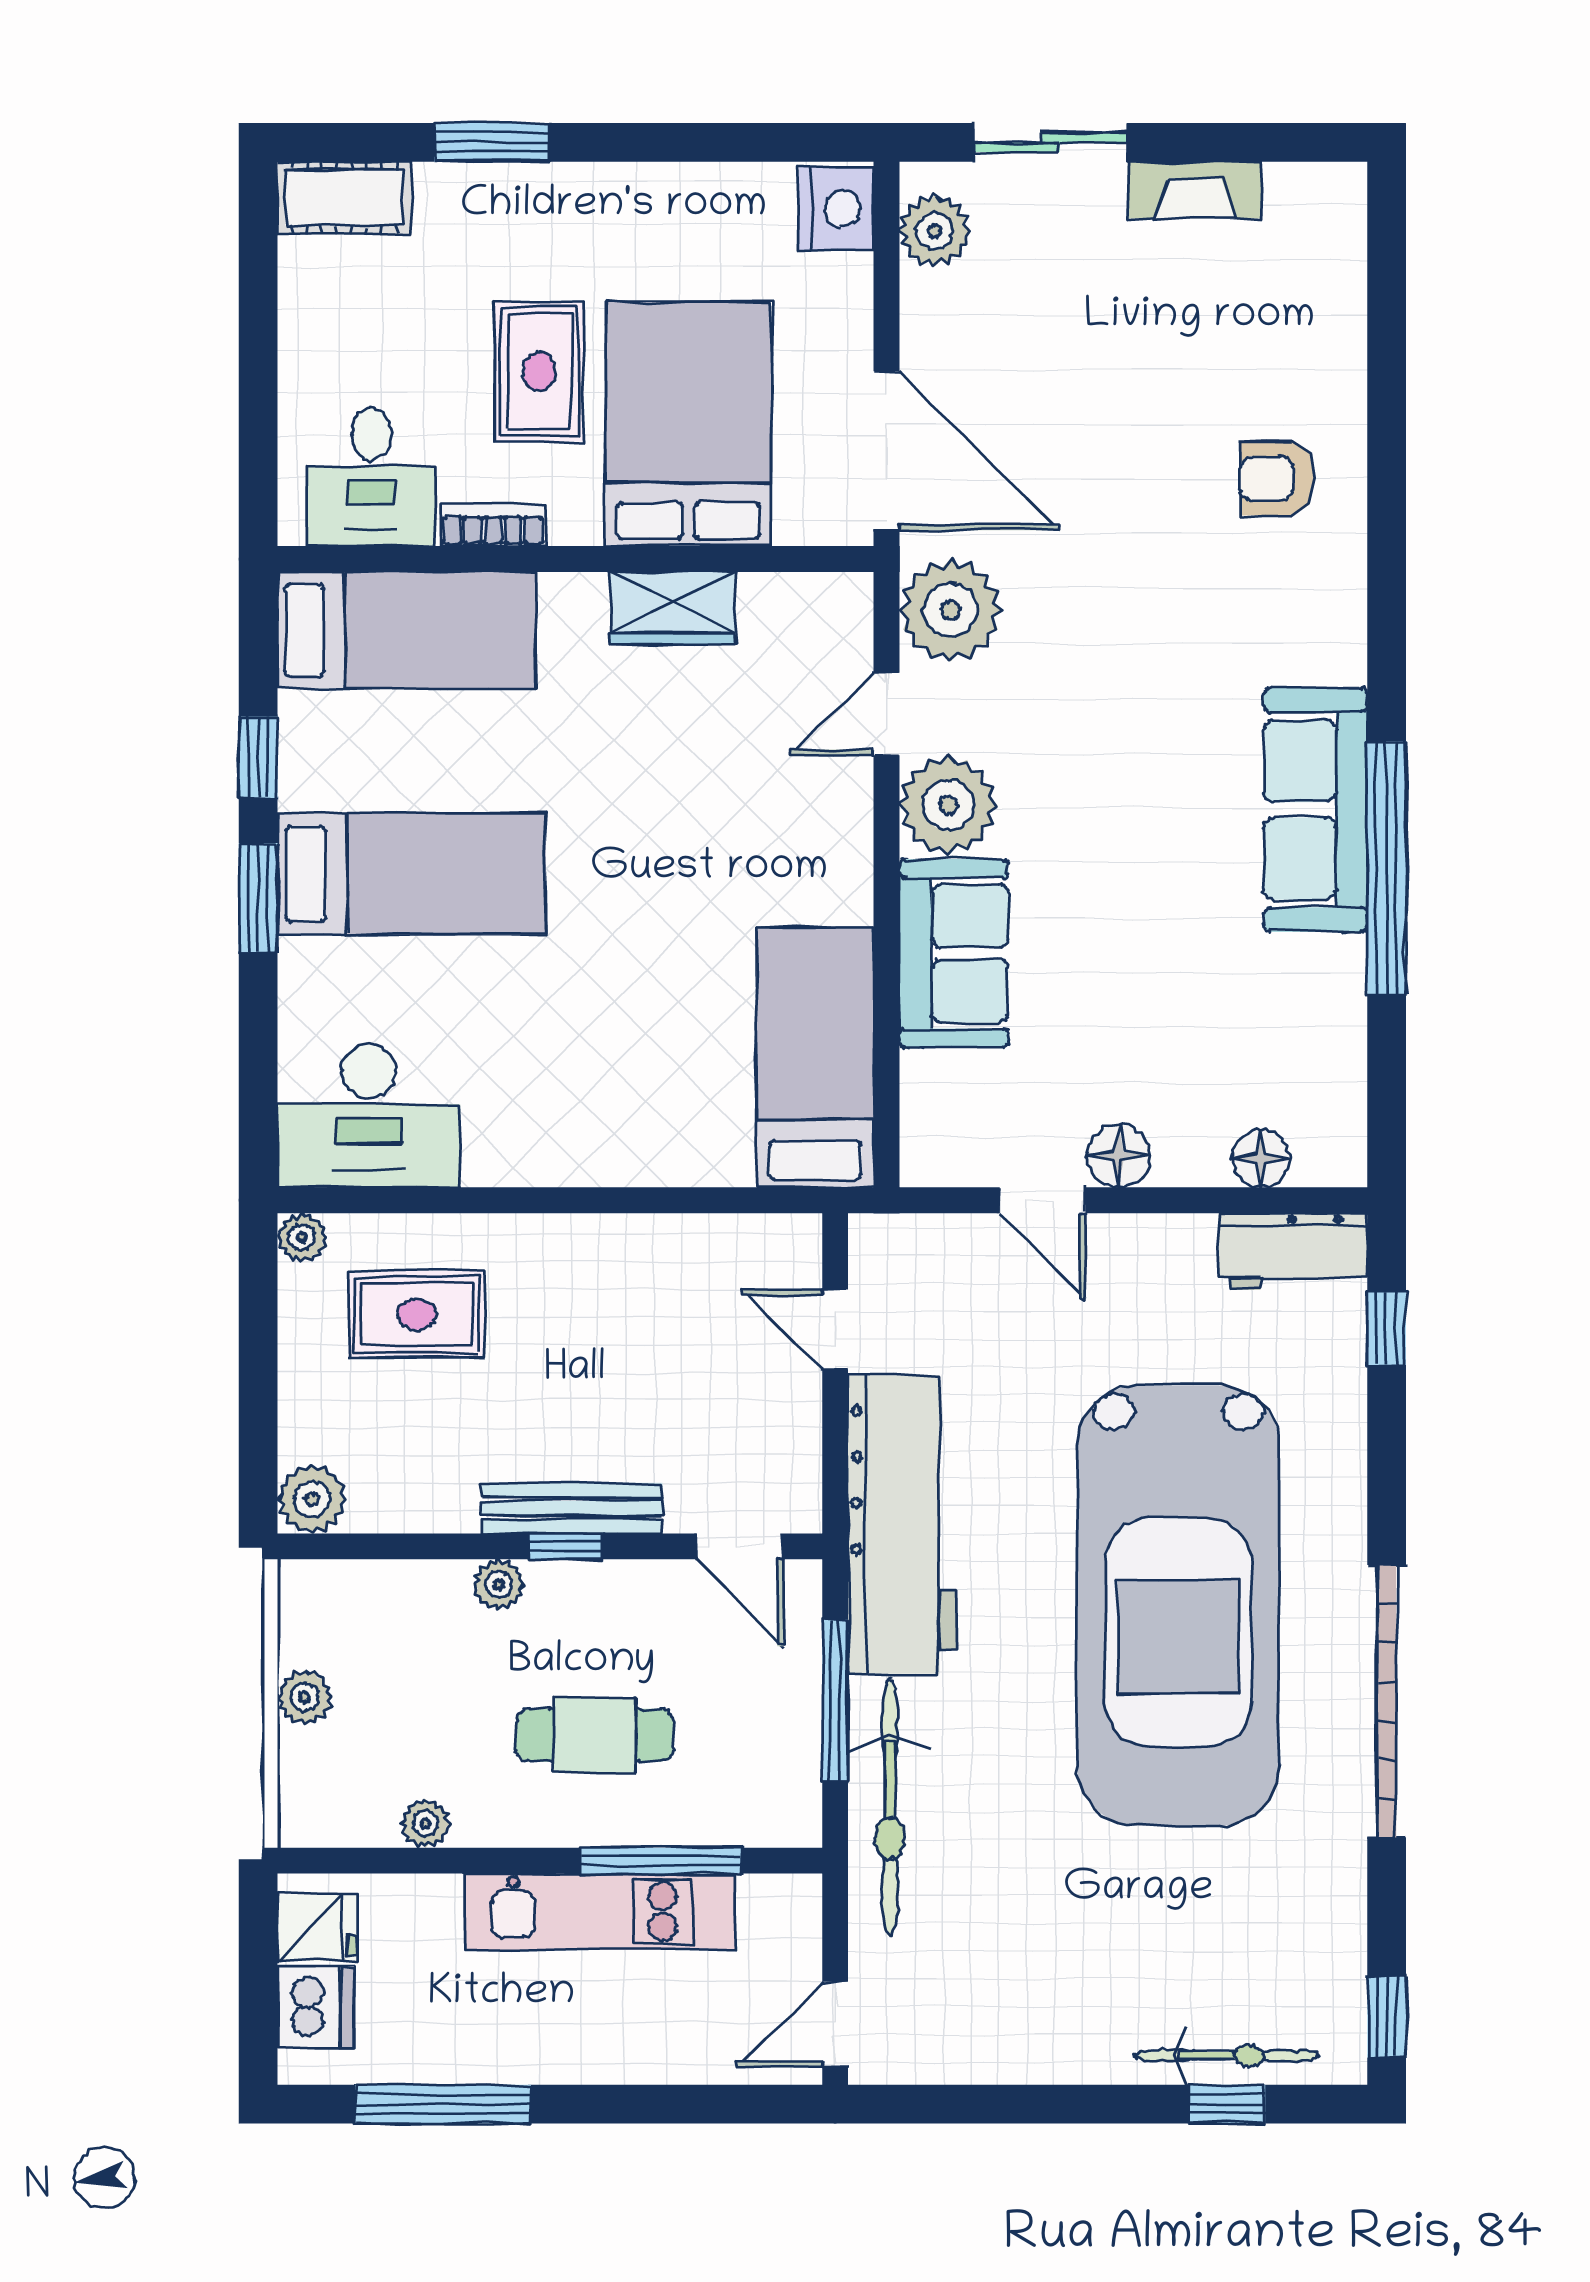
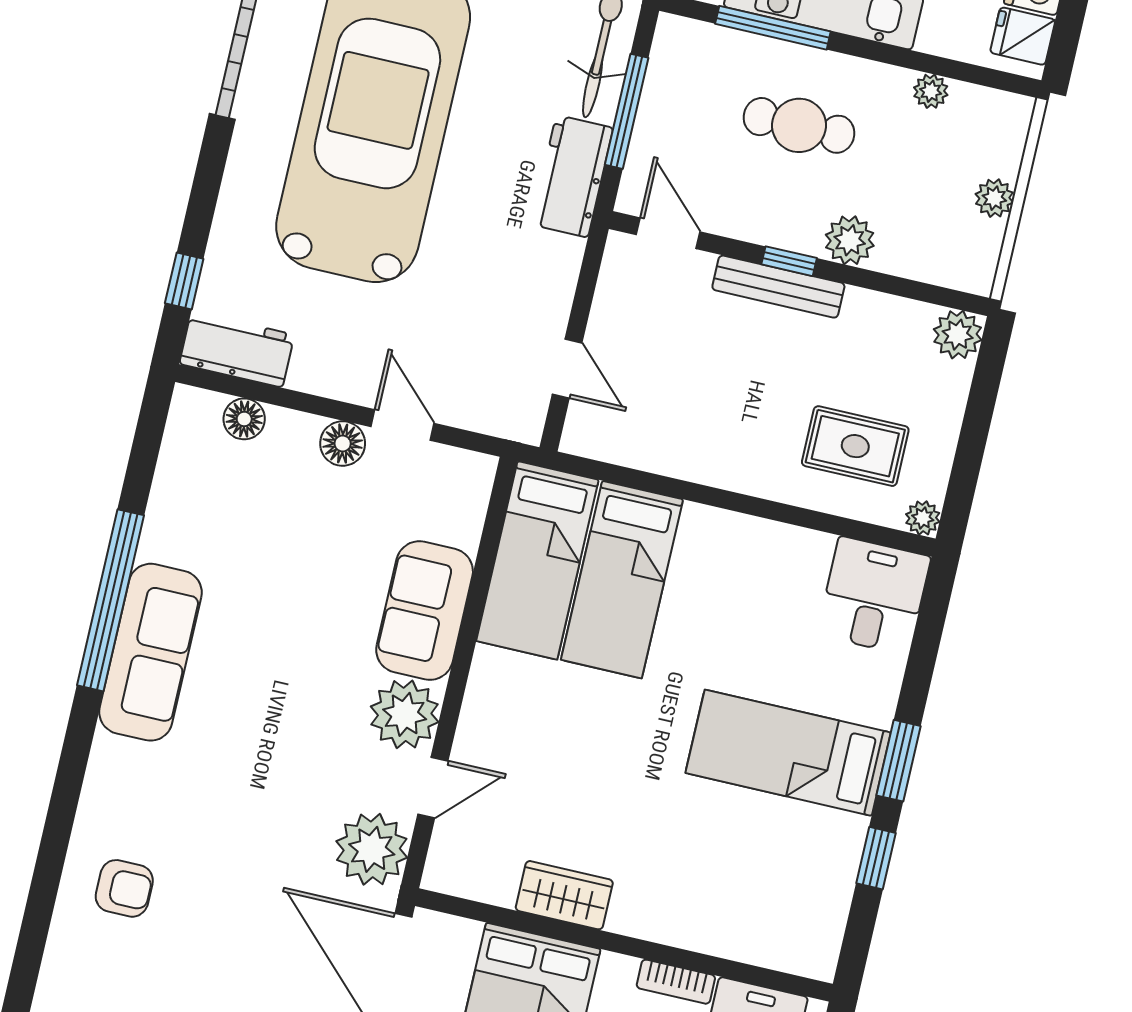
bed: (407, 630) -> (622, 580), moved, turned -90
desk: (369, 1116) -> (874, 596), width x0.73
workbench: (902, 1524) -> (572, 176), width x0.53, depth x0.76
plant: (499, 1585) -> (850, 240), width x1.38, depth x1.38

